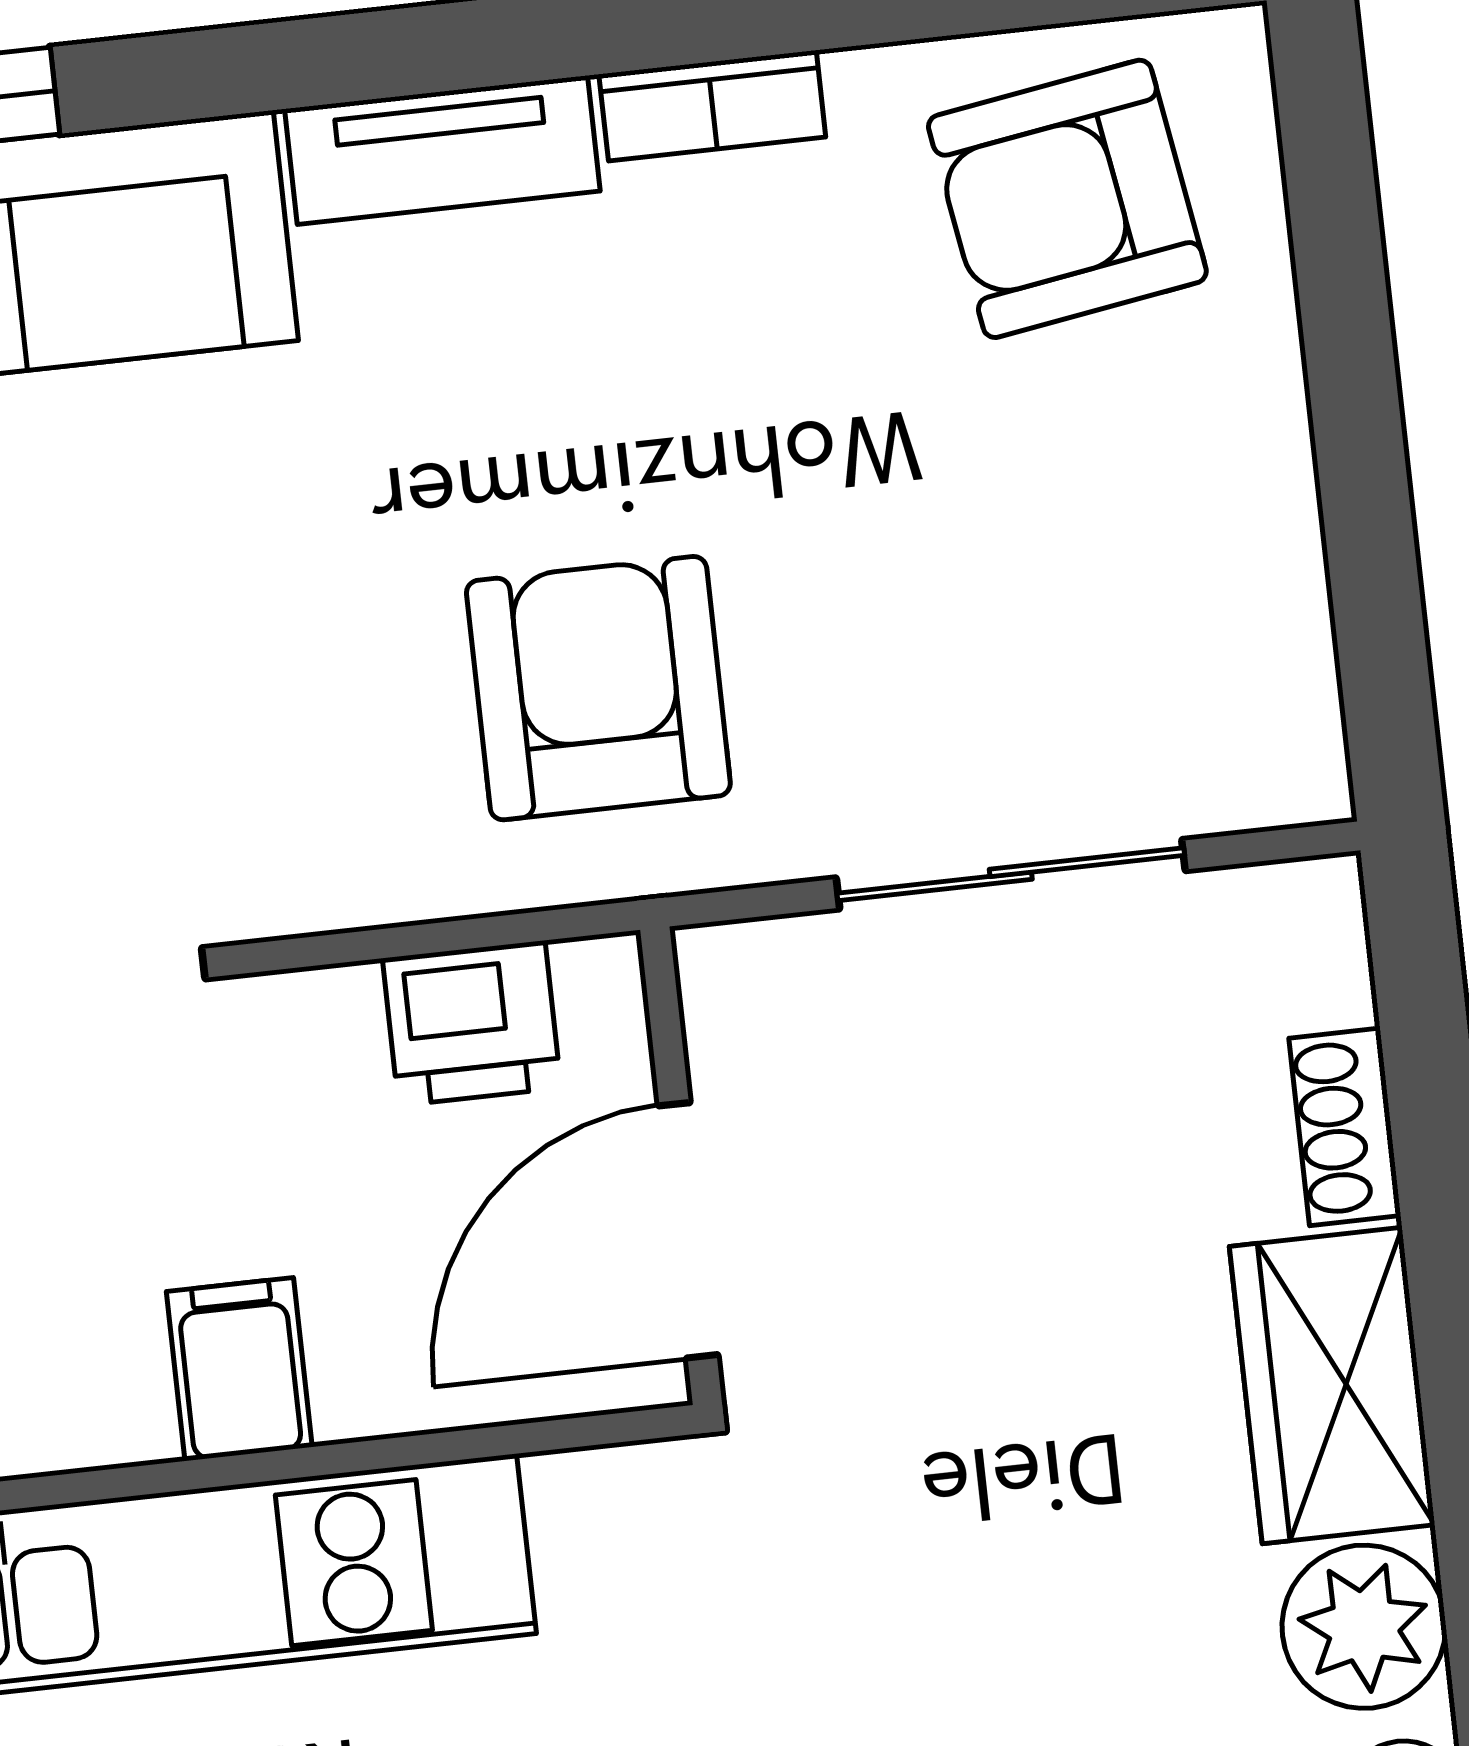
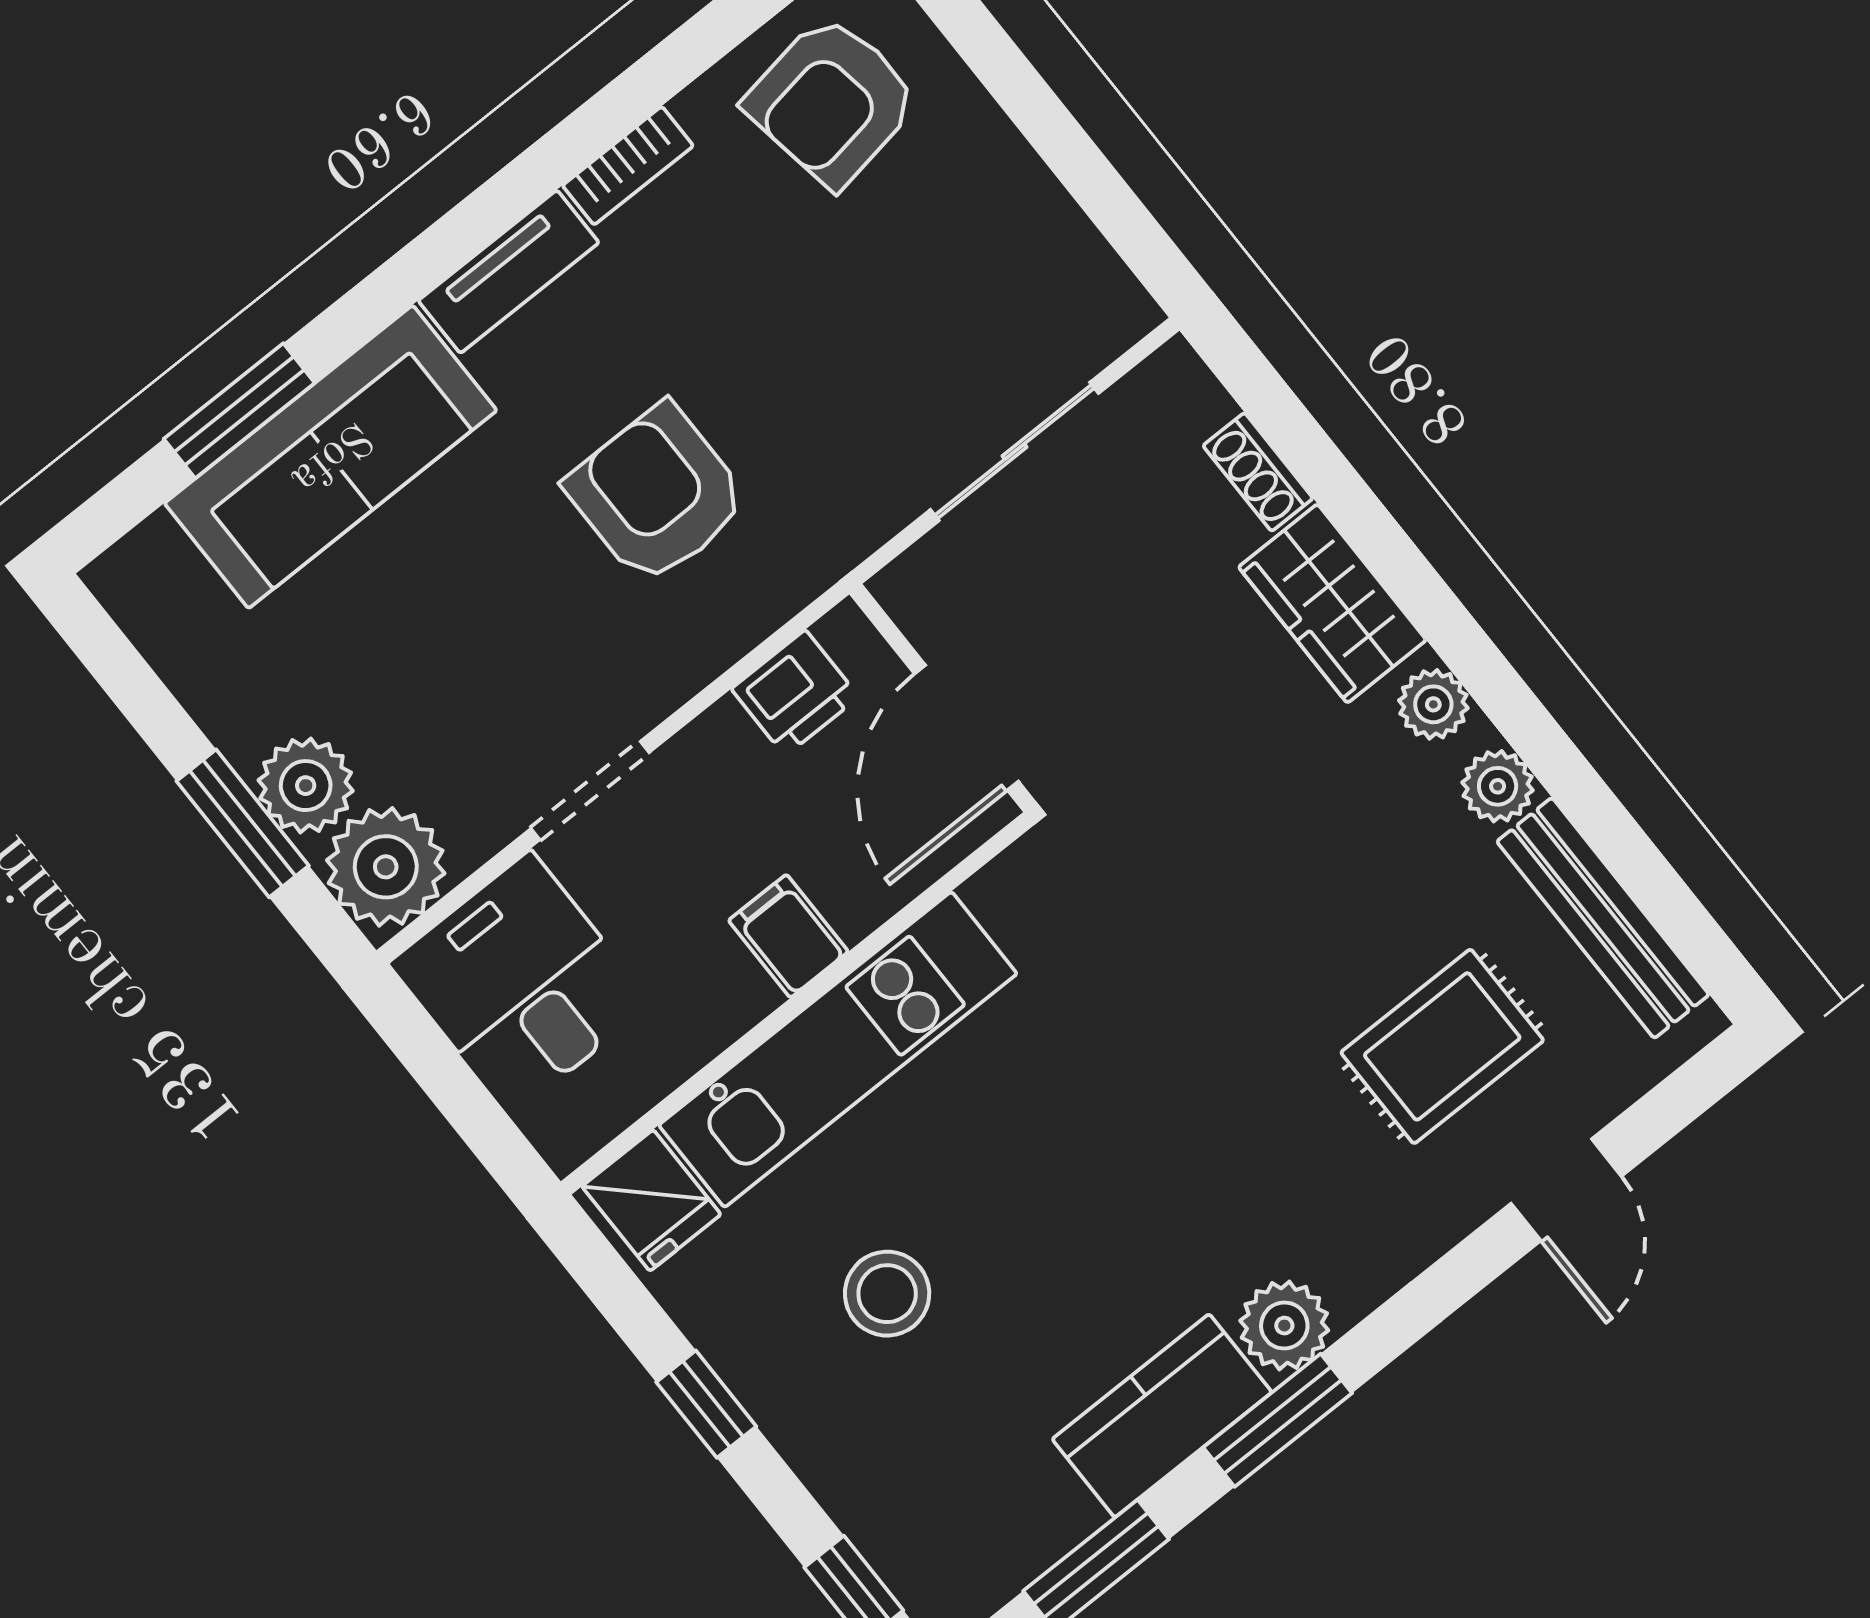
armchair: (598, 688) -> (657, 494), moved
plant: (1364, 1627) -> (1433, 704), width x0.73, depth x0.73

